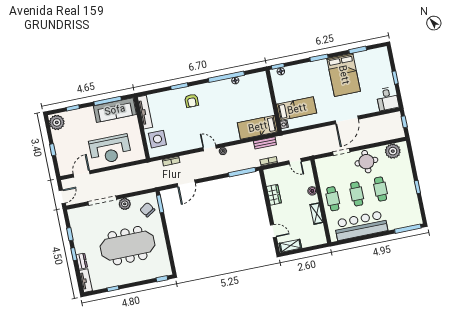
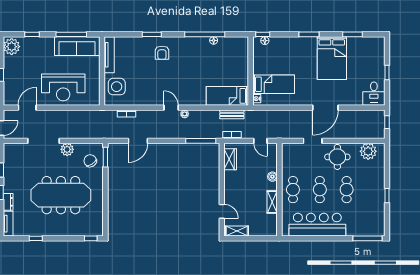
wardrobe: (274, 195) -> (230, 159), moved

